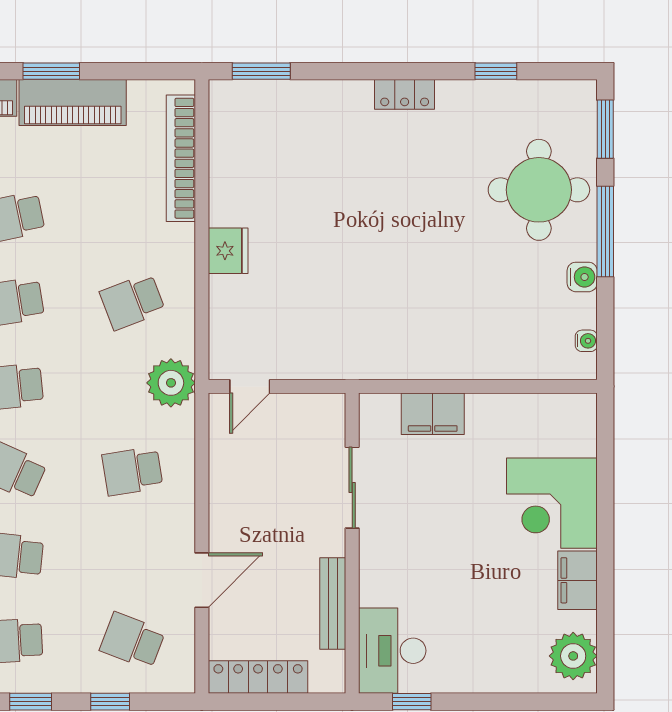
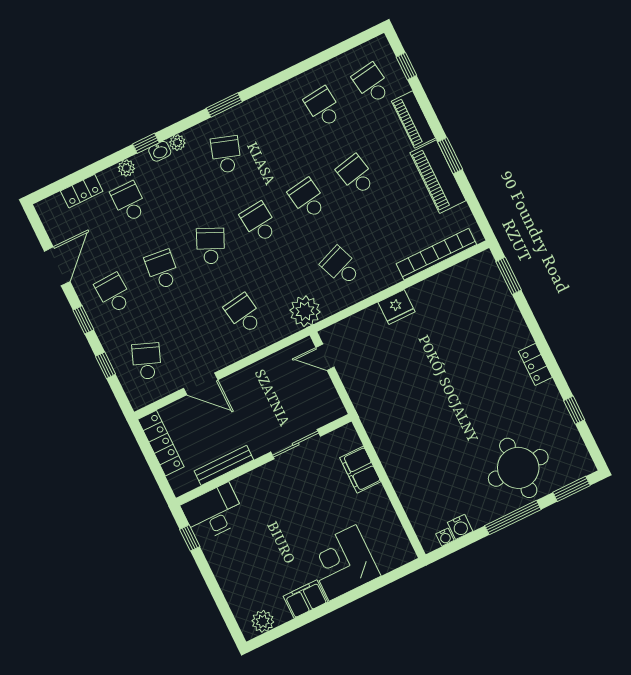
water cooler: (582, 277) -> (460, 527), moved
plant: (573, 656) -> (263, 621), width x0.73, depth x0.73

